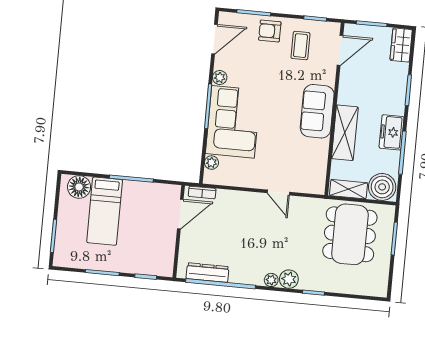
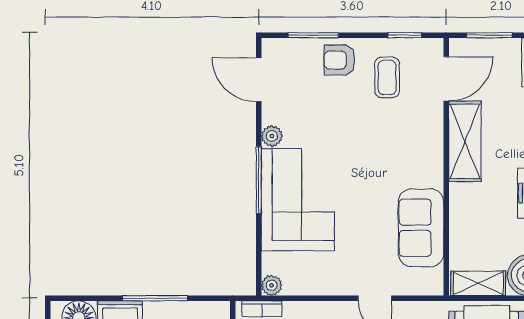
door: (214, 39) -> (259, 80), swing flipped
sofa: (317, 111) -> (421, 228), moved
shelving: (345, 133) -> (465, 141), moved
plant: (211, 163) -> (272, 285), moved

